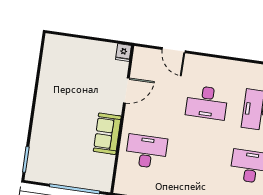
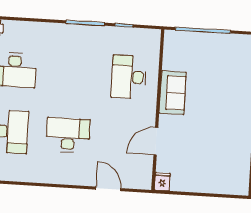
desk: (146, 151) -> (129, 77), turned 90

